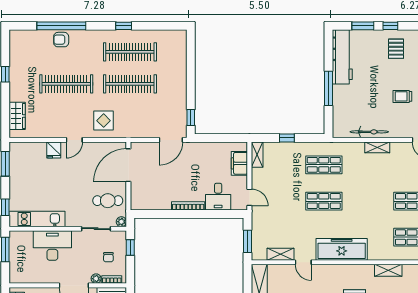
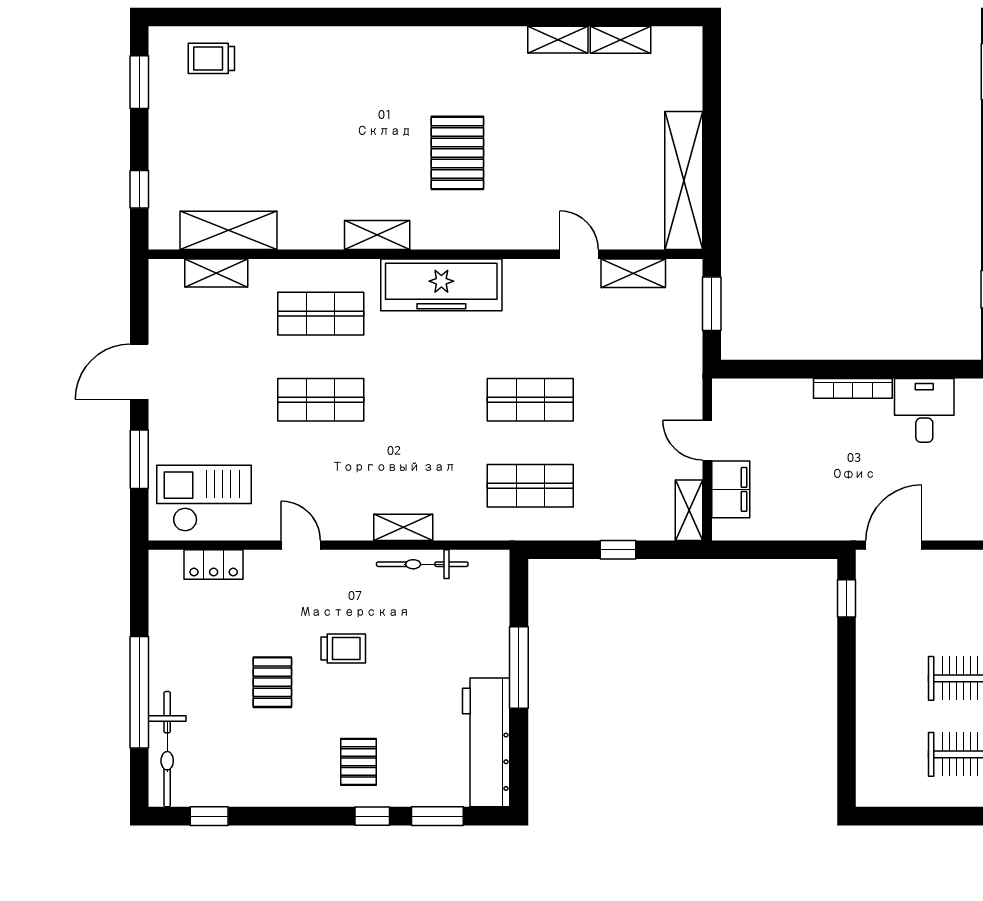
desk: (218, 197) -> (924, 410), moved
door: (249, 197) -> (707, 440), moved
freezer: (342, 249) -> (441, 285), moved

